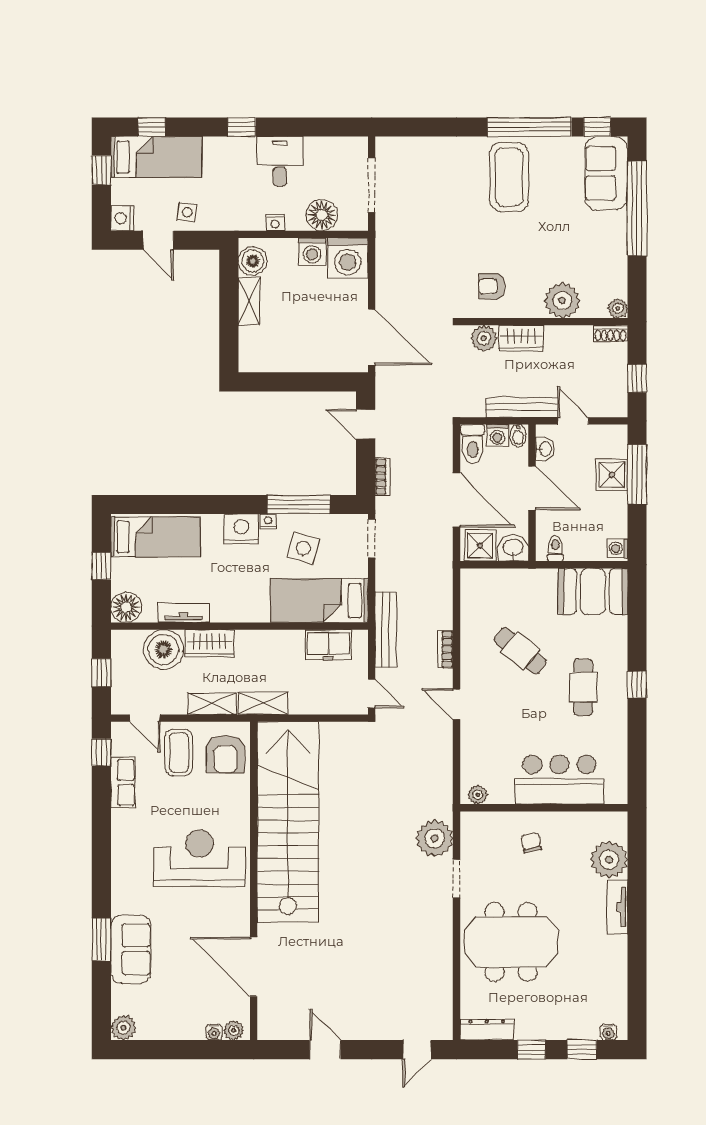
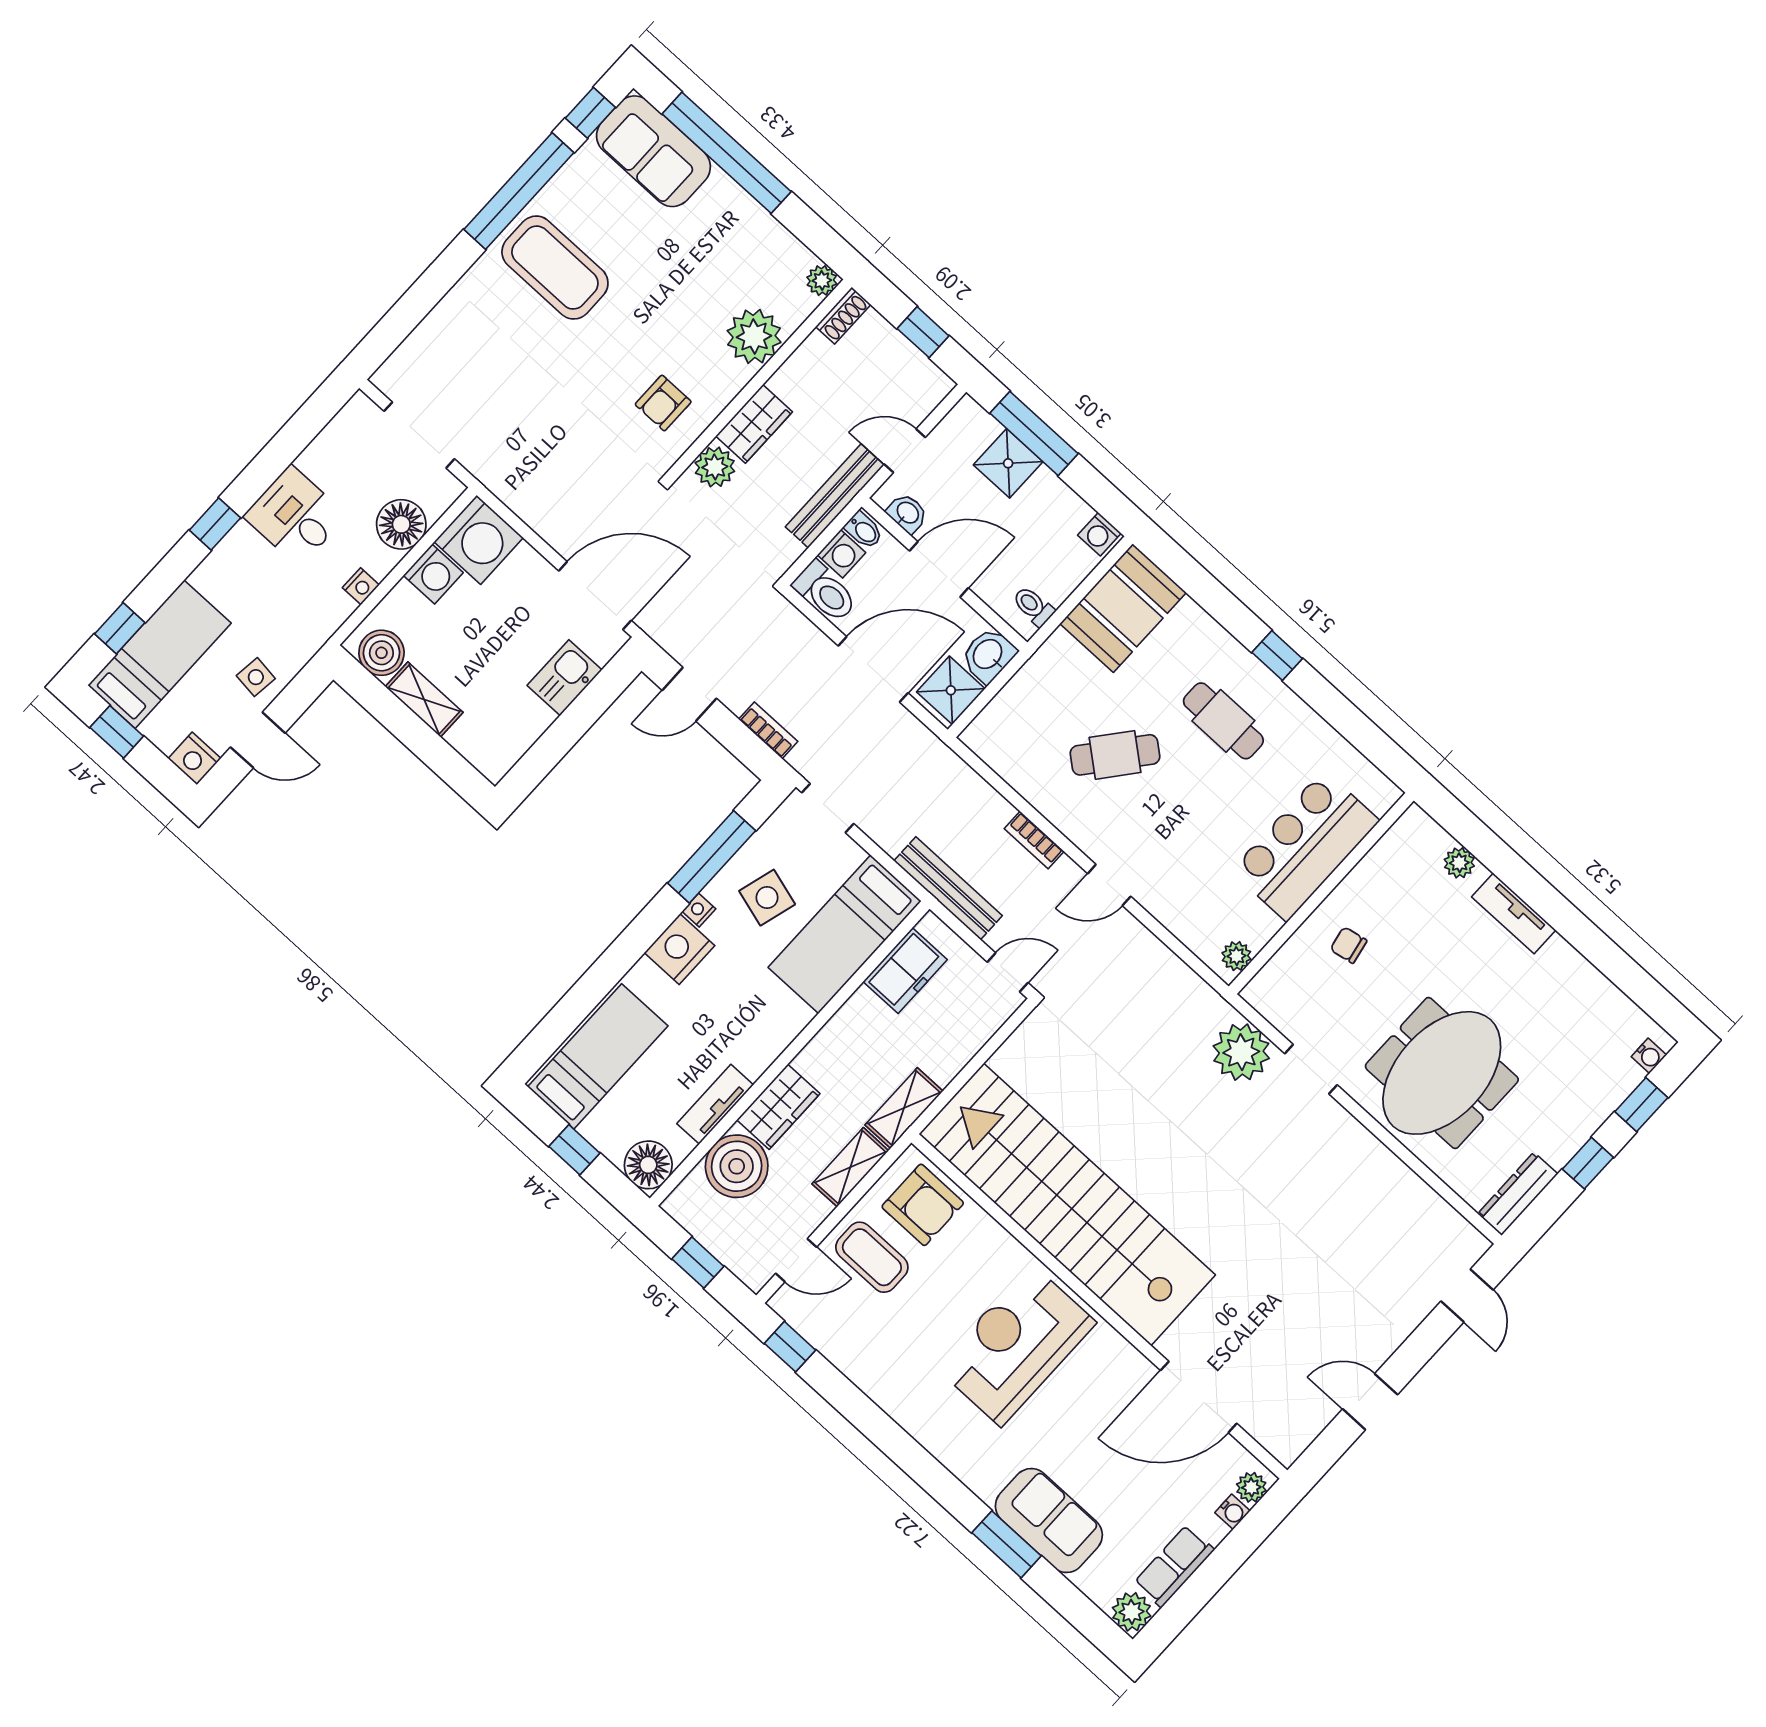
kitchen sink: (320, 358) -> (565, 678), added
row of seats: (123, 783) -> (1174, 1566), moved, turned -90
plant: (609, 860) -> (1459, 863), width x0.53, depth x0.53

